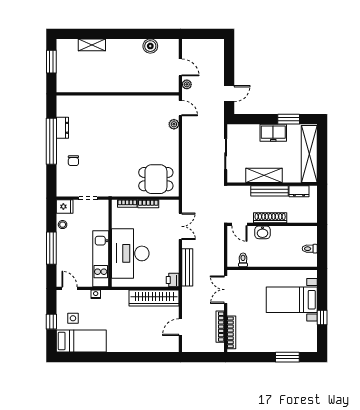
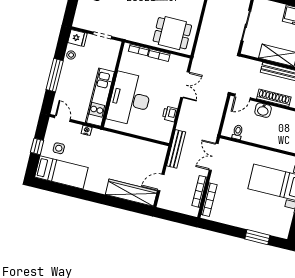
door: (239, 224) -> (243, 97), hinge flipped
bench: (187, 267) -> (176, 149), moved
printer: (173, 280) -> (170, 114), moved
wardrobe: (154, 298) -> (131, 193), moved, turned 180

